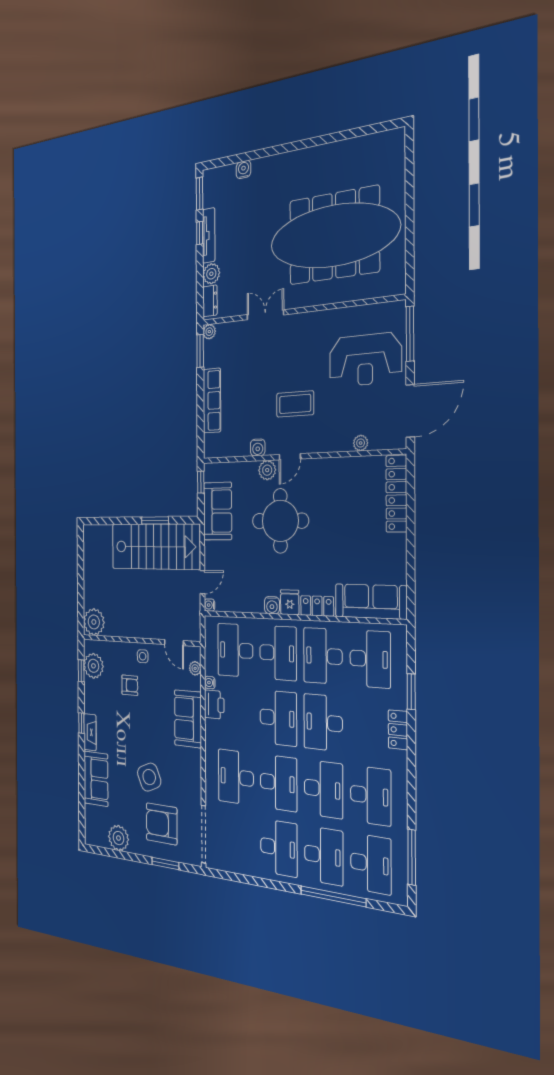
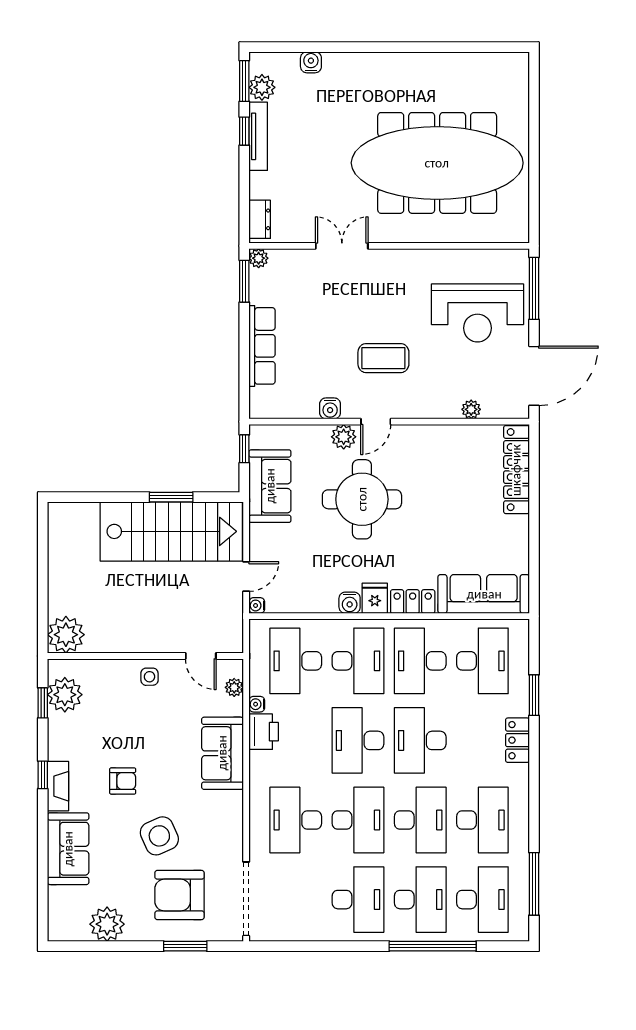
plant: (211, 274) -> (262, 87), moved
armchair: (130, 685) -> (123, 781), moved
desk: (278, 718) -> (358, 740), turned 180

